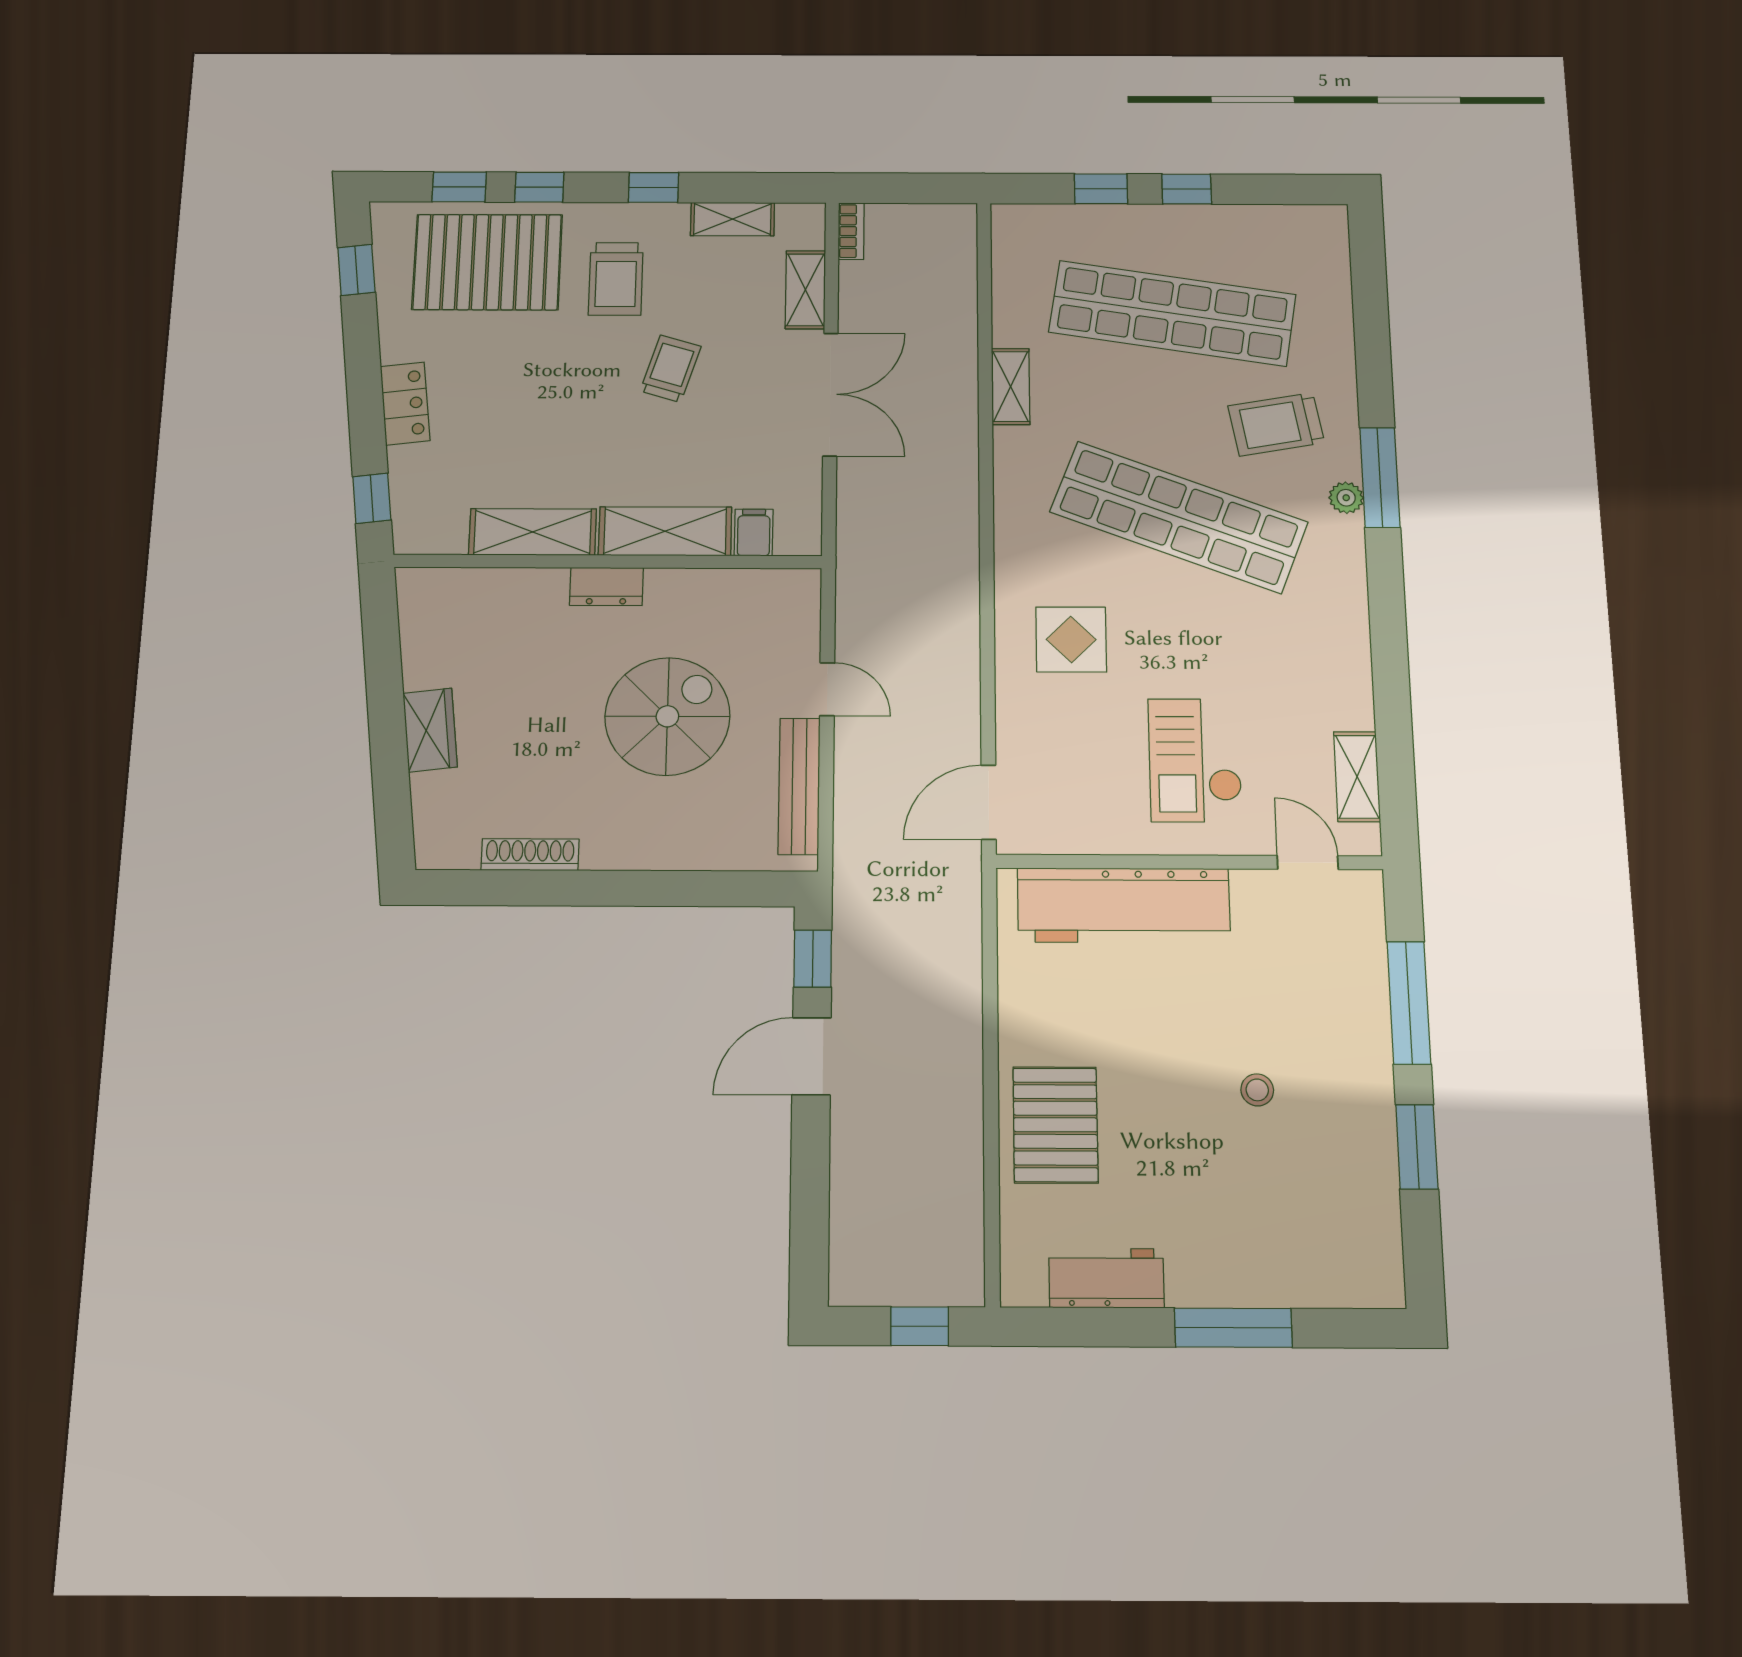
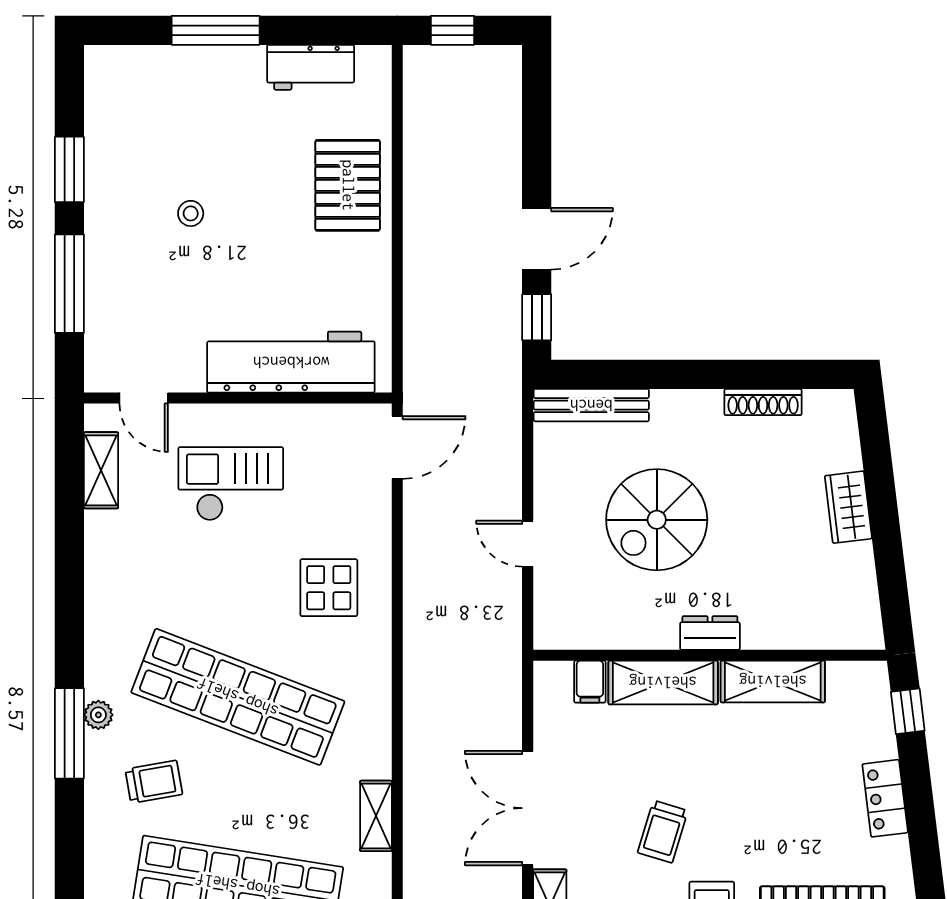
trolley: (1276, 424) -> (154, 782), width x0.73, depth x0.72
checkout: (1195, 760) -> (231, 484), turned -90
bench: (799, 786) -> (591, 405), moved, turned 90

